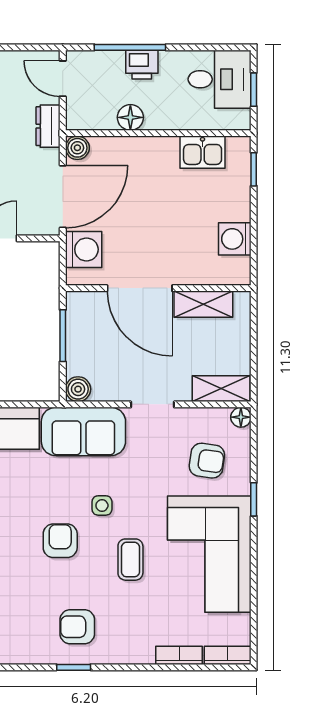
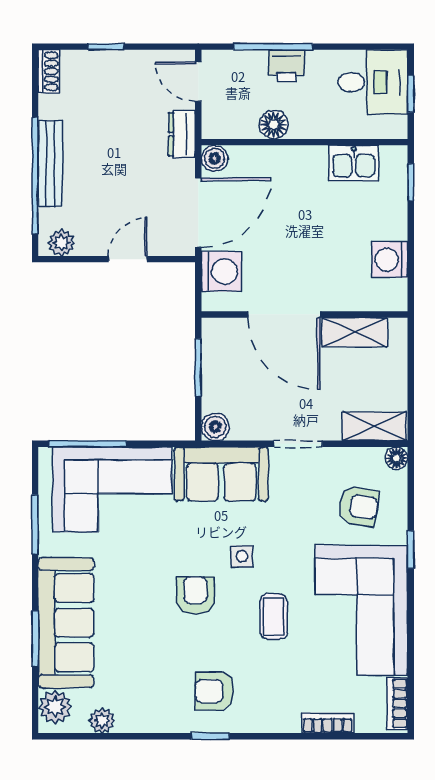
bookcase: (228, 655) -> (397, 703), moved, turned -90

